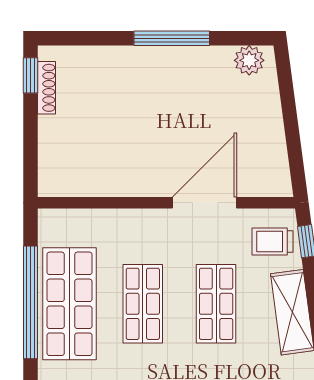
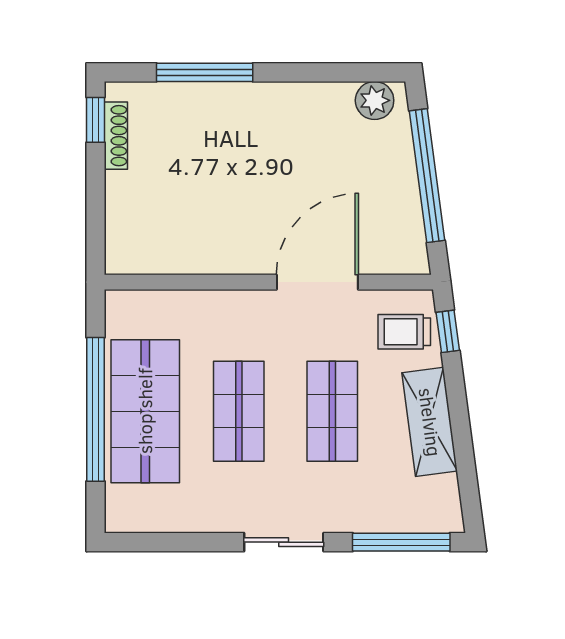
window: (172, 38) -> (205, 72), moved
window: (290, 119) -> (427, 176), added

